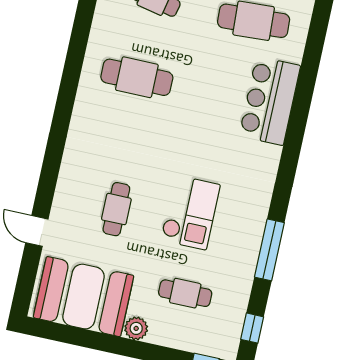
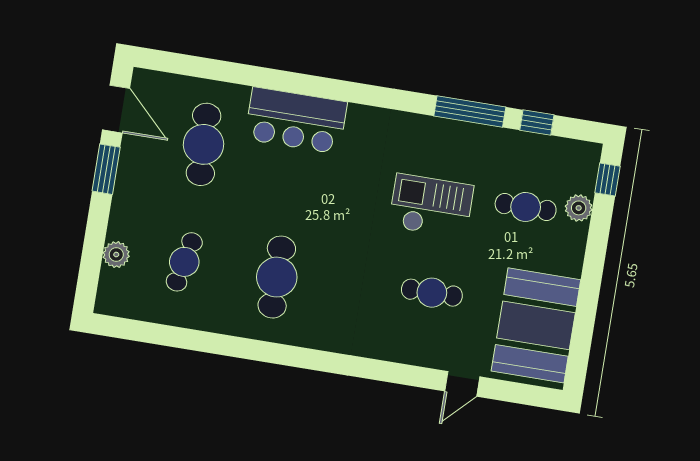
cafe table: (185, 293) -> (526, 207), turned 90
plant: (136, 328) -> (579, 208), moved
window: (252, 328) -> (537, 122), moved

